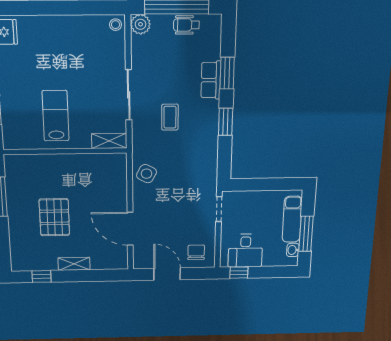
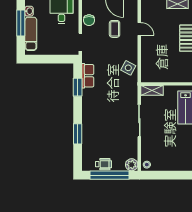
row of seats: (211, 80) -> (88, 76), moved
coffee table: (170, 117) -> (115, 29), moved
window: (226, 122) -> (78, 87), moved
door: (130, 229) -> (139, 29), width x0.53
chair: (196, 252) -> (89, 20), moved

